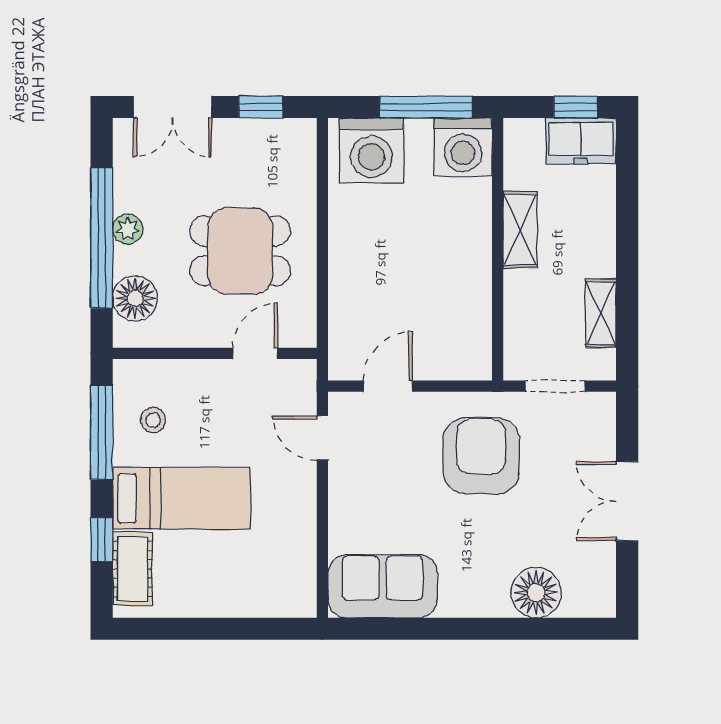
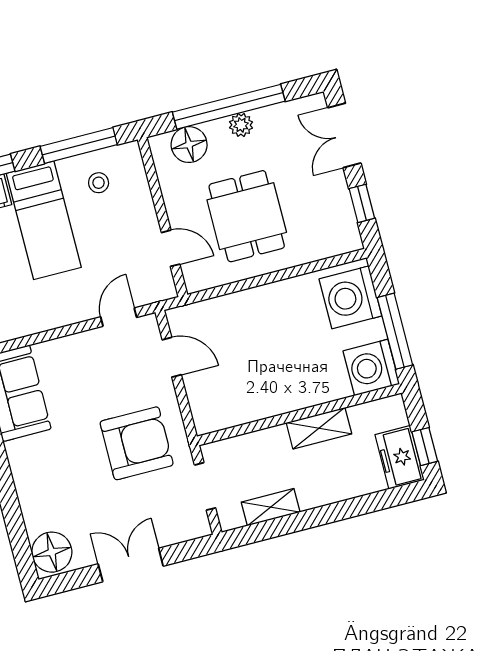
floor lamp: (536, 593) -> (52, 552), moved

